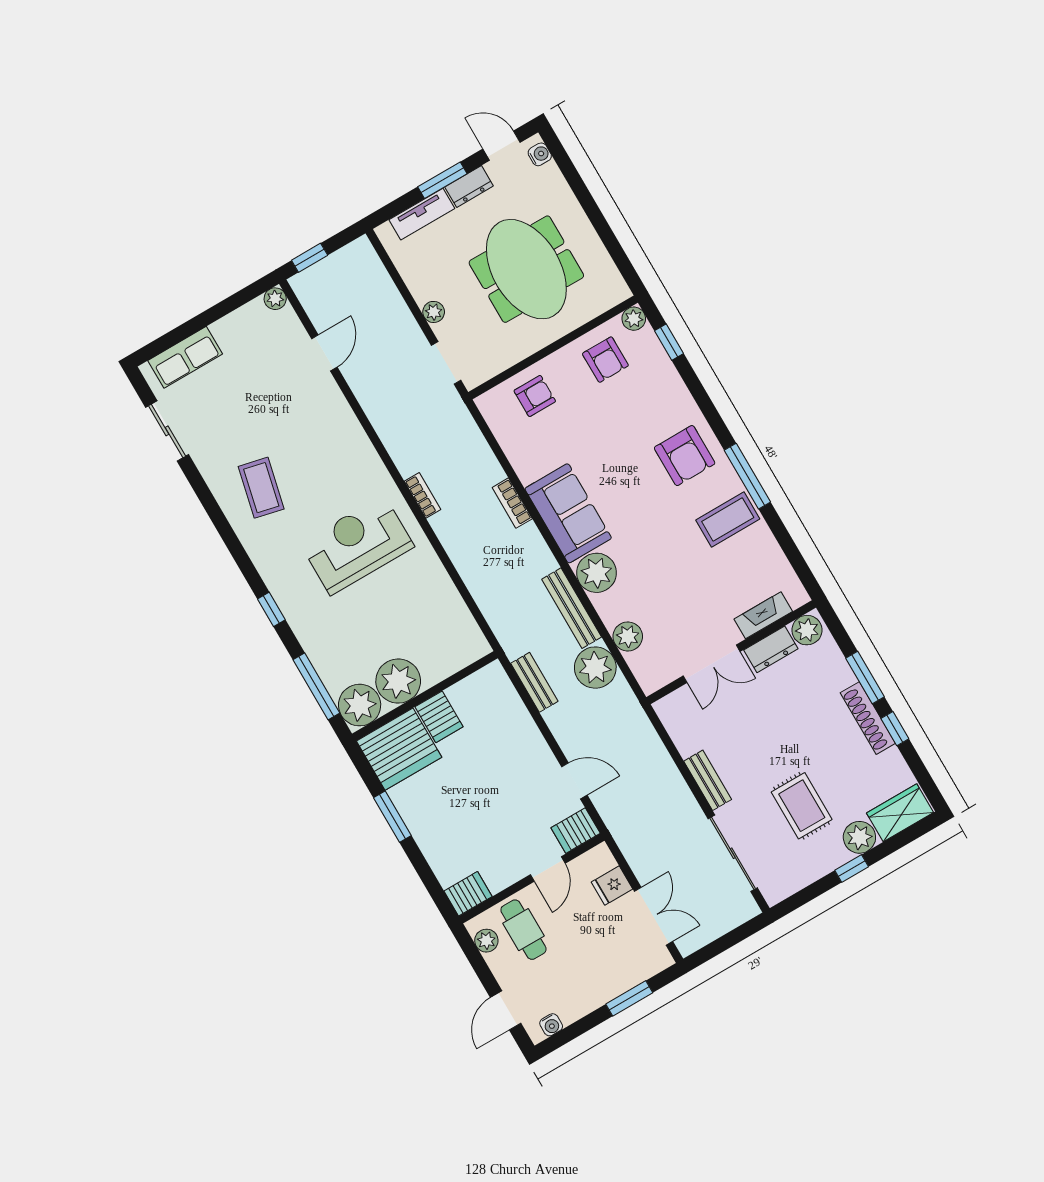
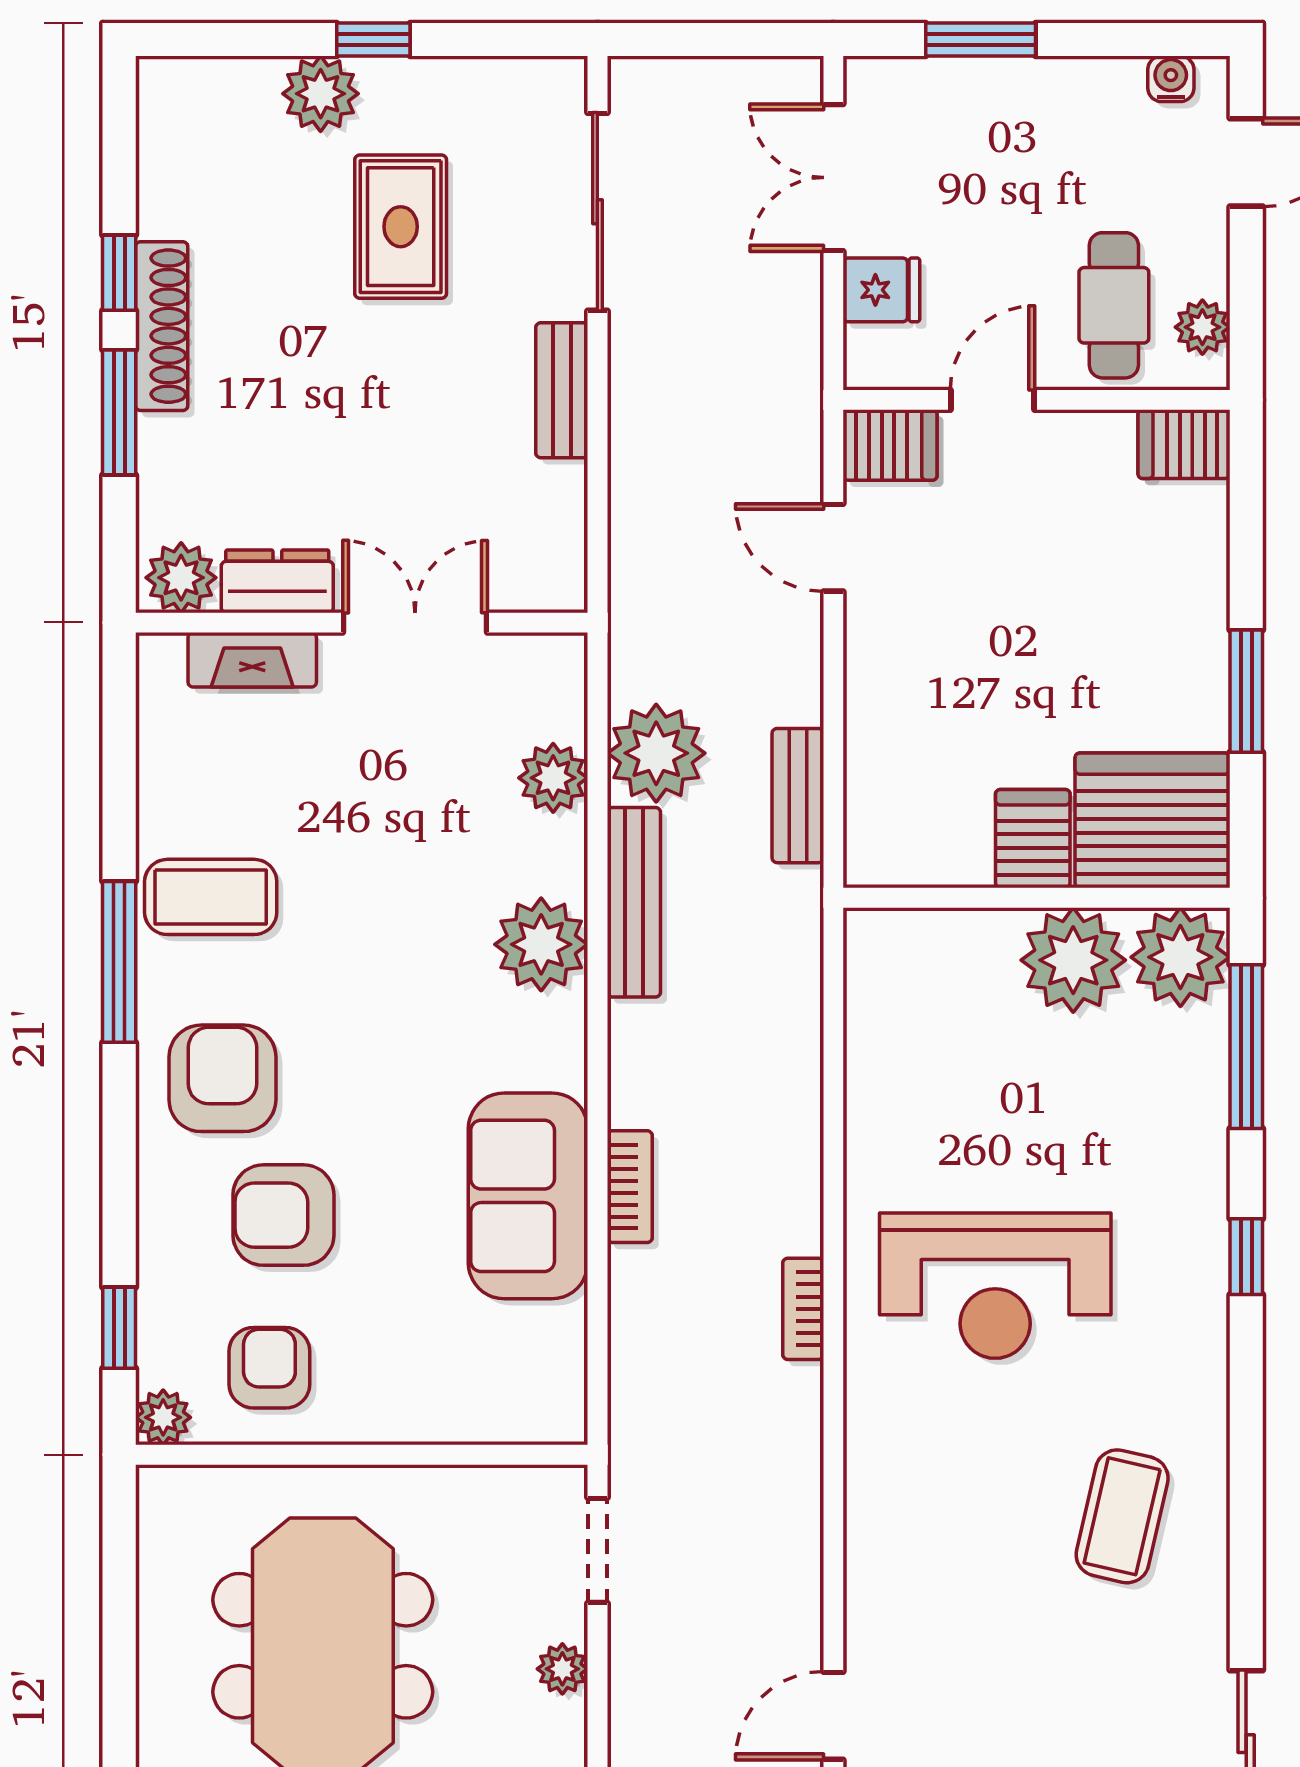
armchair: (535, 396) -> (283, 1215), moved, width x1.38, depth x1.38
sofa: (568, 513) -> (528, 1196), moved
wardrobe: (900, 813) -> (209, 96), removed

